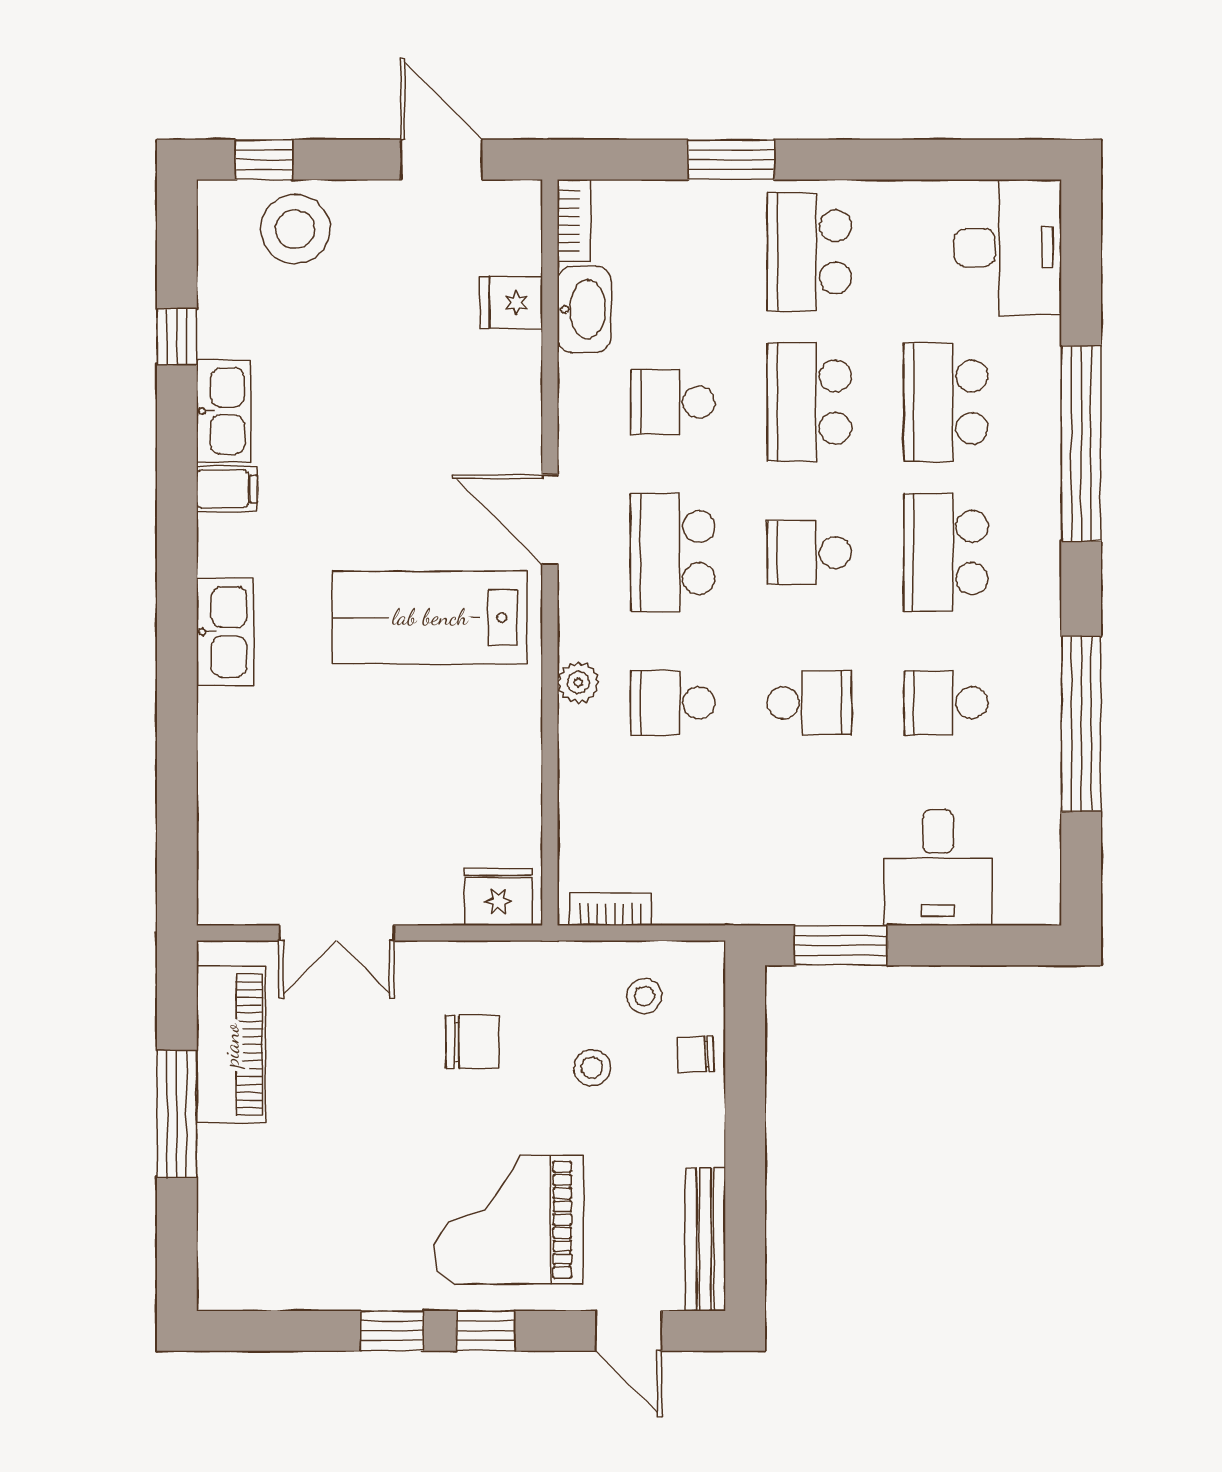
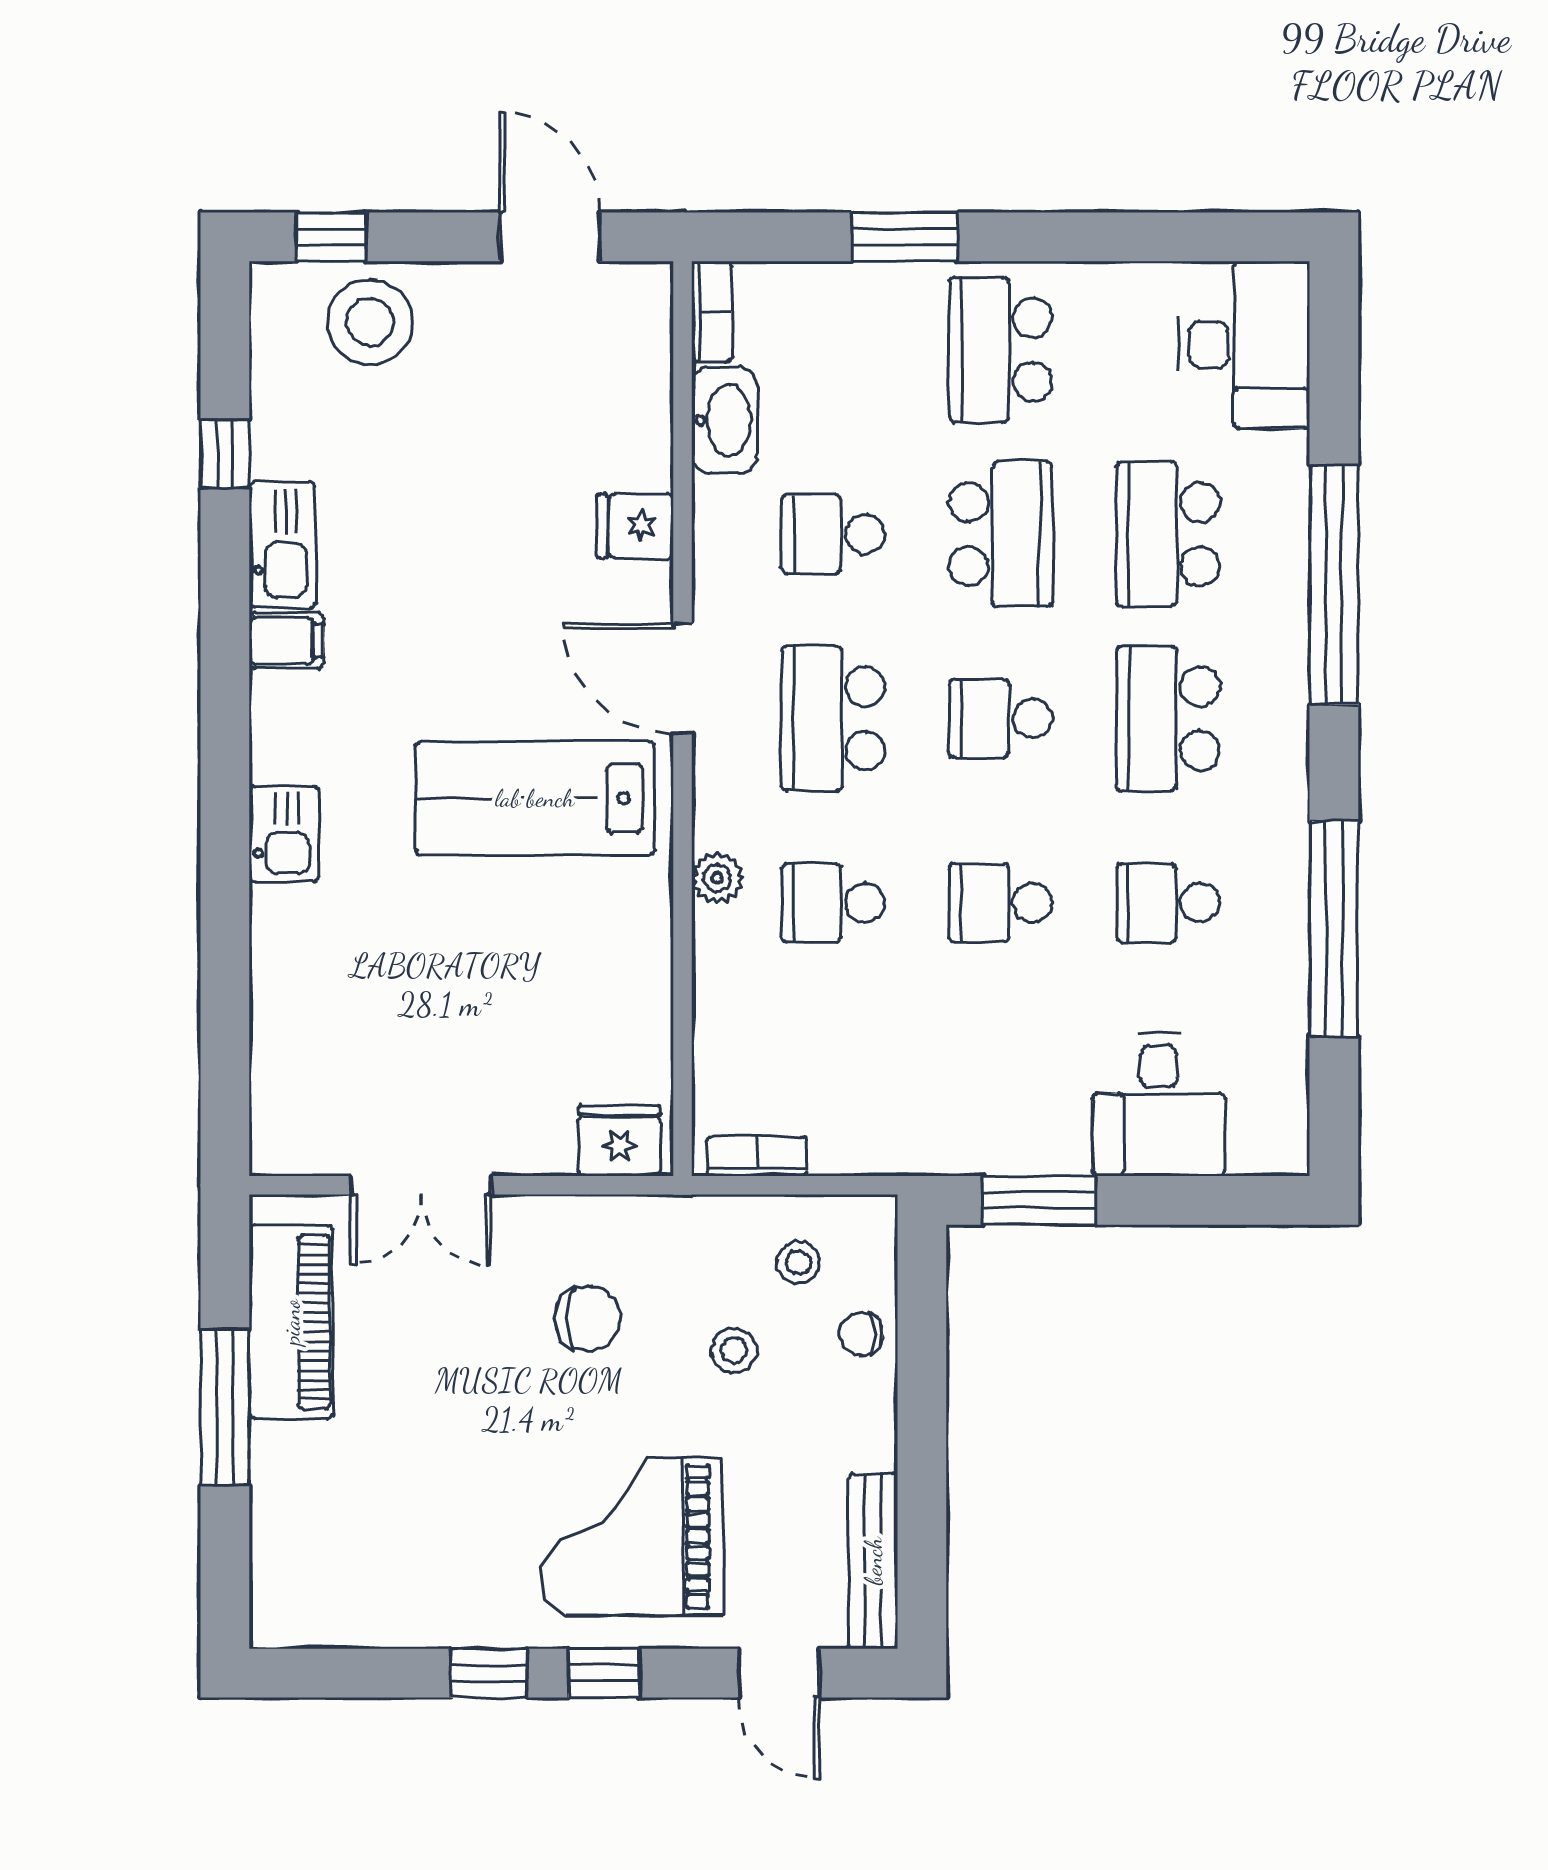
fridge: (511, 302) -> (635, 526), moved
school desk: (809, 402) -> (1001, 534), turned 180
kitchen sink: (225, 632) -> (284, 834), width x0.73
school desk: (809, 703) -> (1001, 903), turned 180

